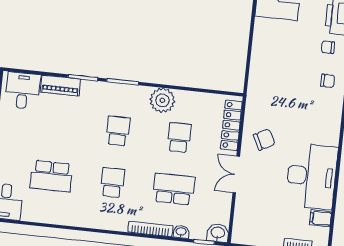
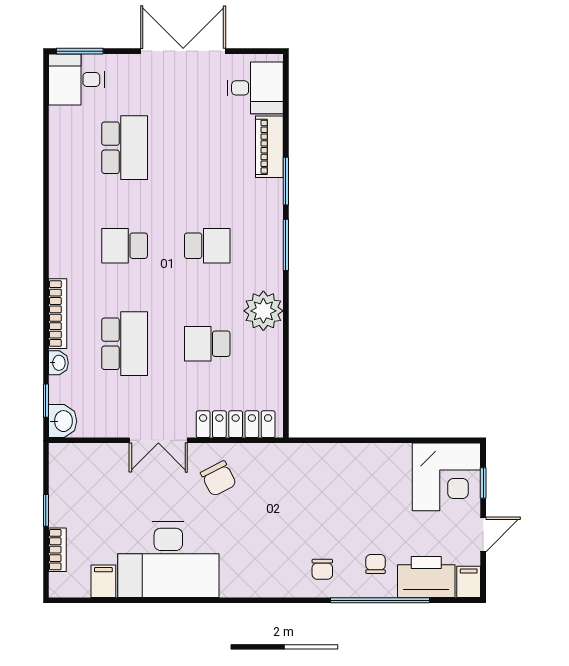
school desk: (179, 138) -> (207, 344), turned 180
double door: (236, 175) -> (158, 440), swing flipped
school desk: (51, 176) -> (125, 148), turned 180
school desk: (112, 183) -> (125, 246), turned 180

